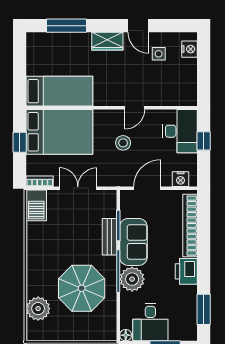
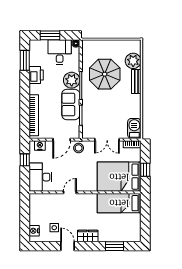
window: (66, 26) -> (115, 246), width x0.69
window: (204, 141) -> (25, 160), moved
stool: (123, 143) -> (79, 148), moved
bench: (110, 237) -> (136, 82), moved
printer: (186, 271) -> (36, 75), moved

